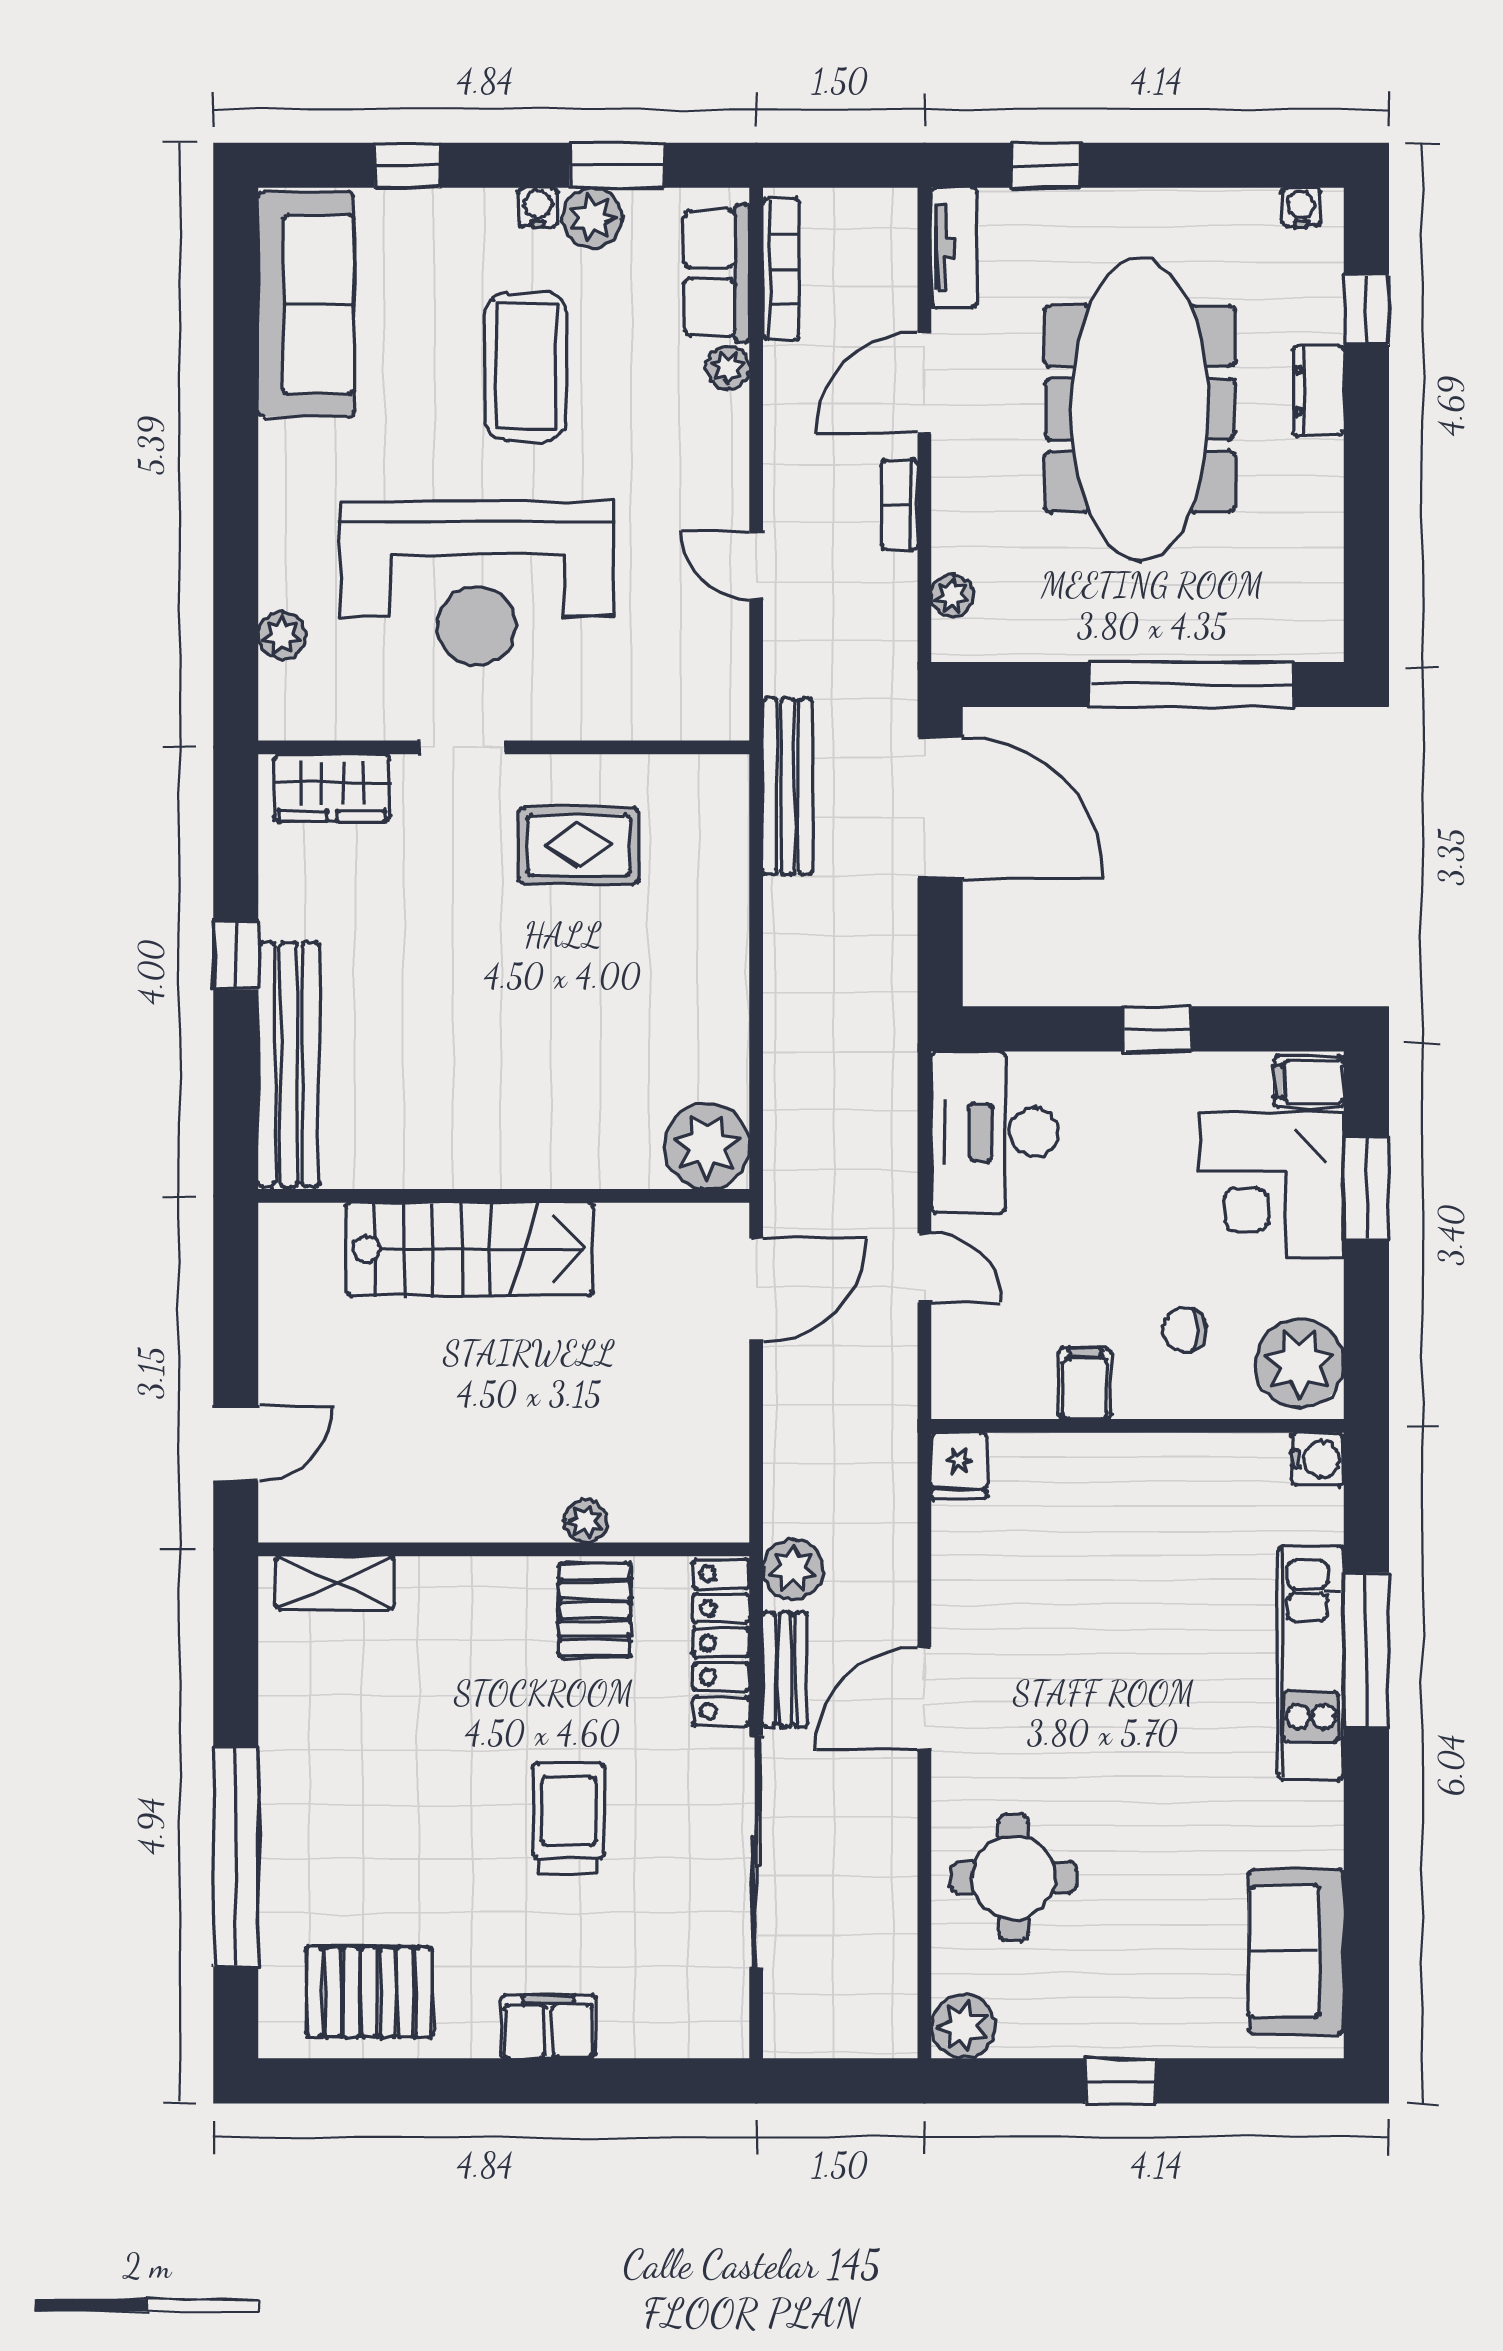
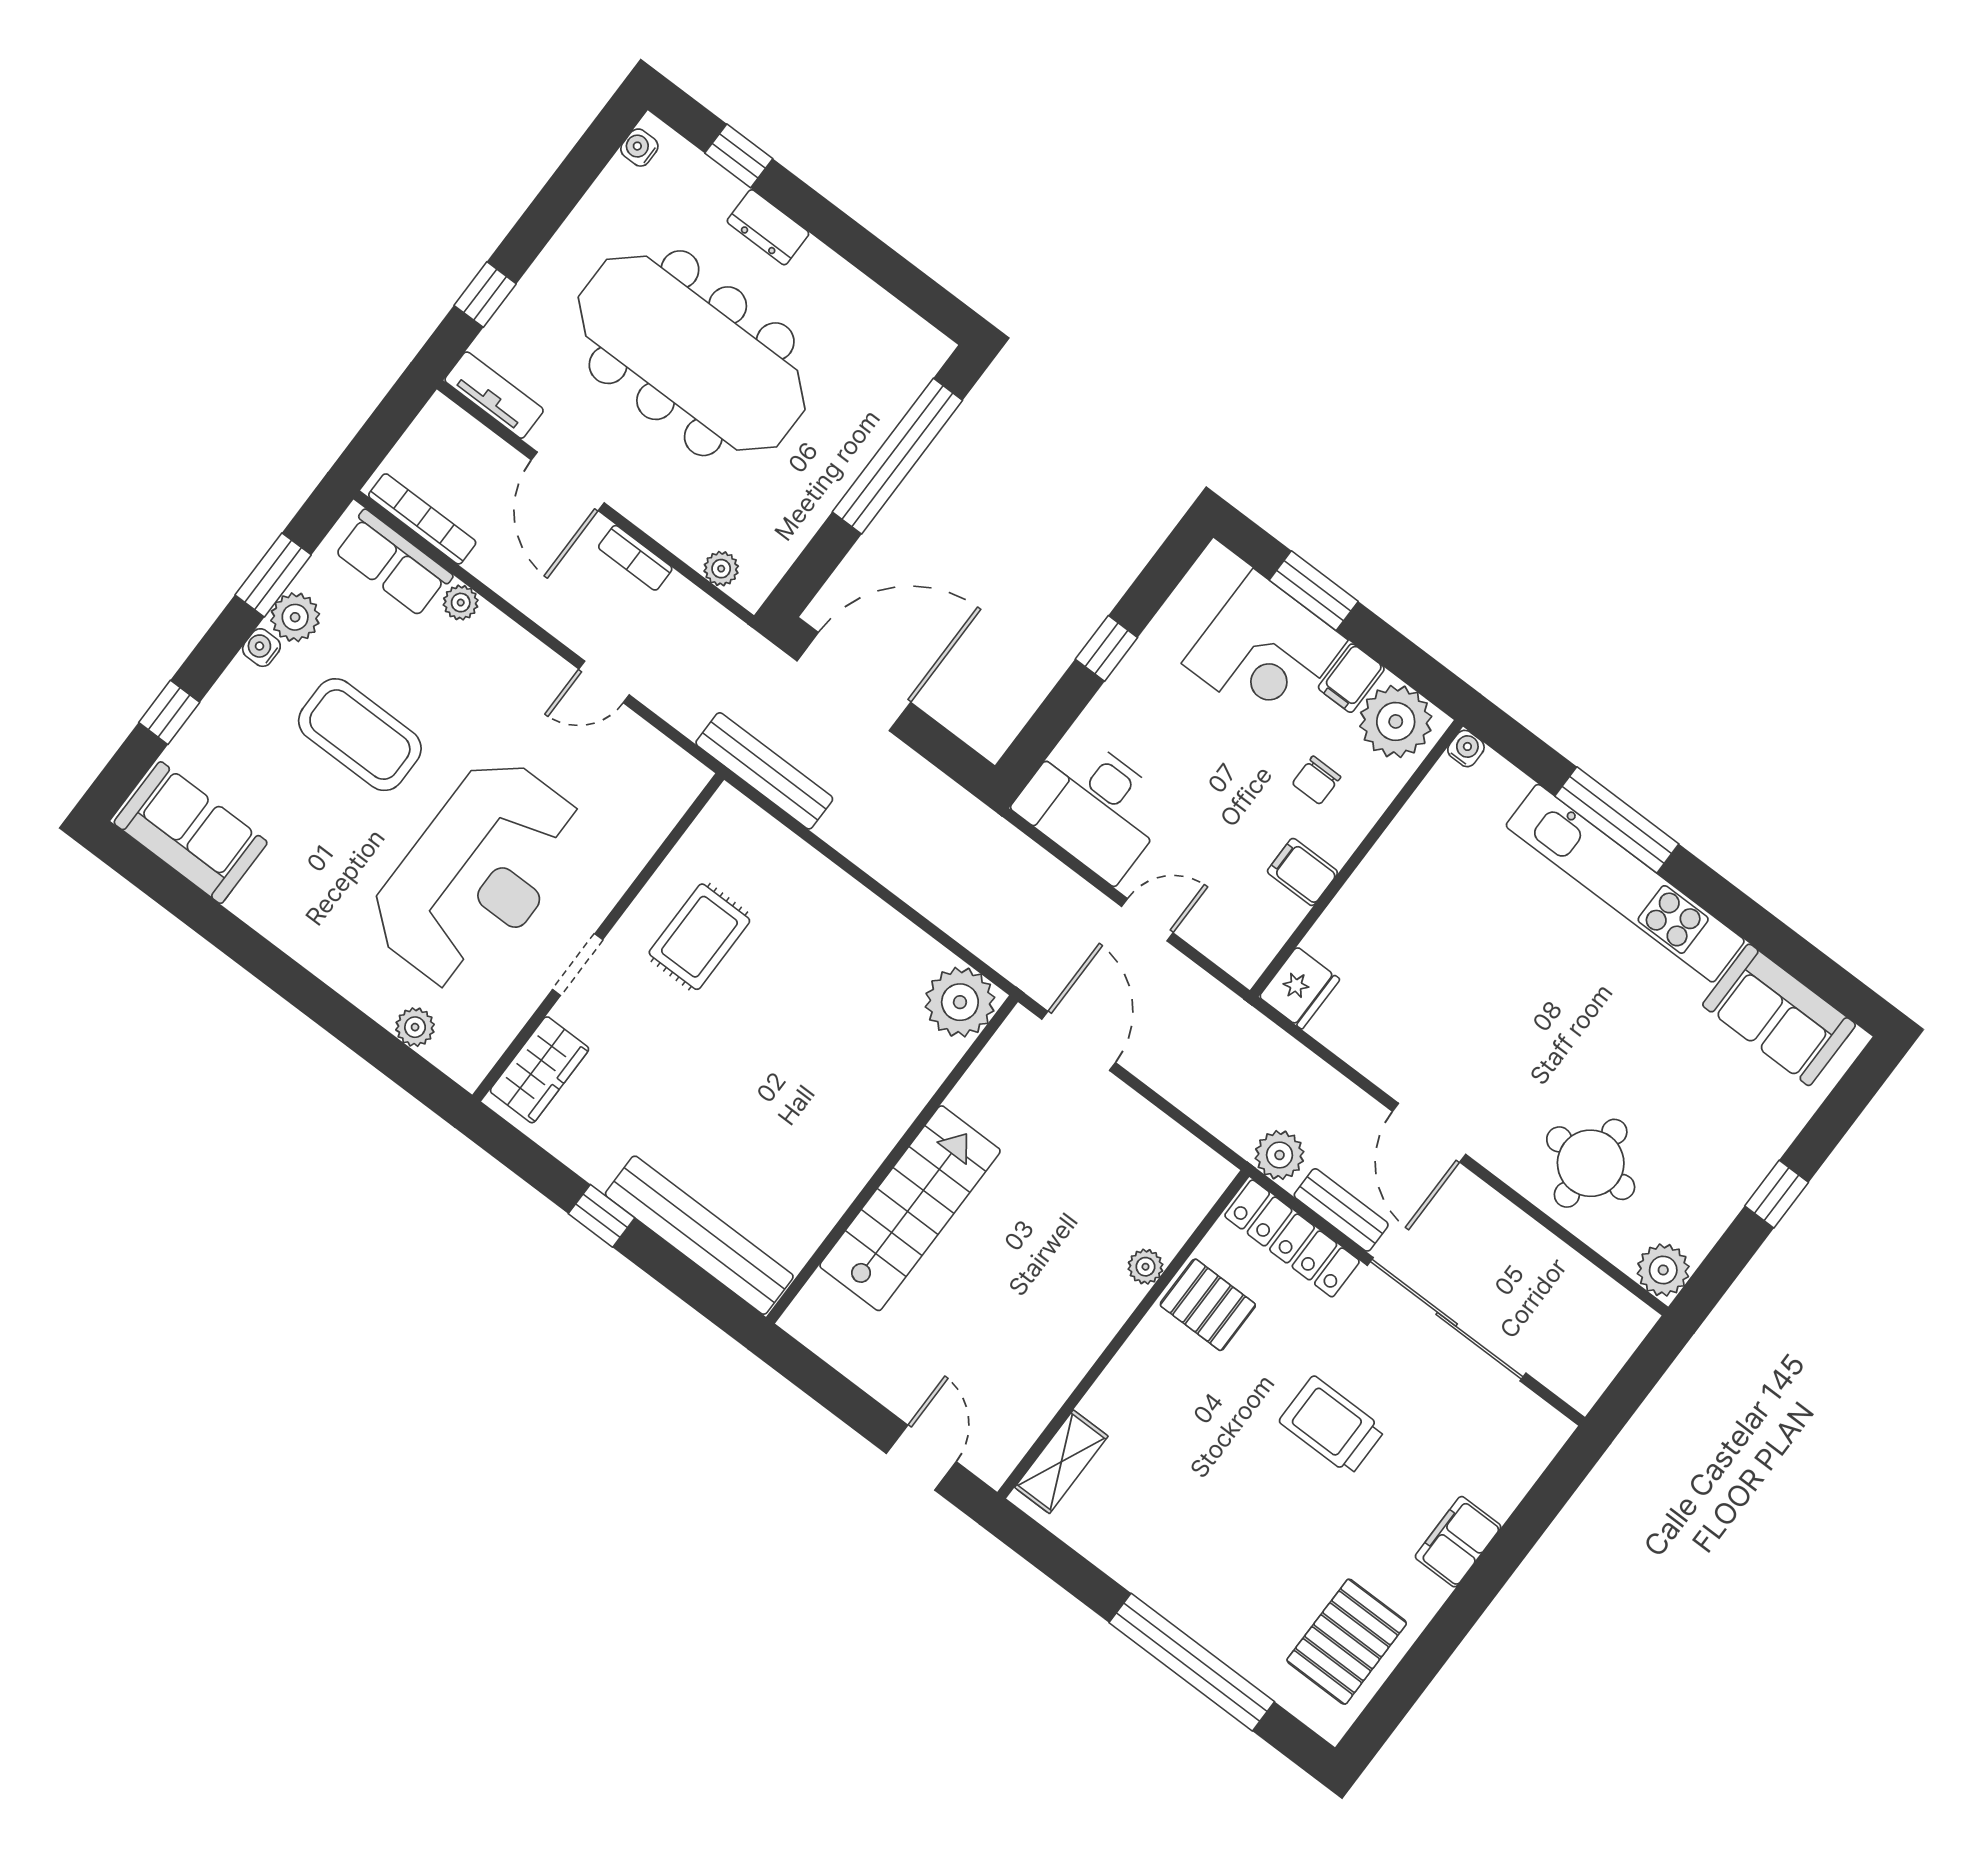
sofa: (306, 304) -> (191, 833), width x0.73
filing cabinet: (1309, 1081) -> (1351, 678), moved
water cooler: (1318, 1459) -> (1466, 748), width x0.72, depth x0.72
fridge: (959, 1466) -> (1299, 988), width x1.38
kitchen unit: (1311, 1663) -> (1625, 883), width x1.36

